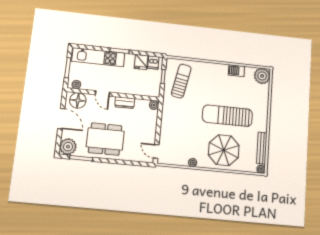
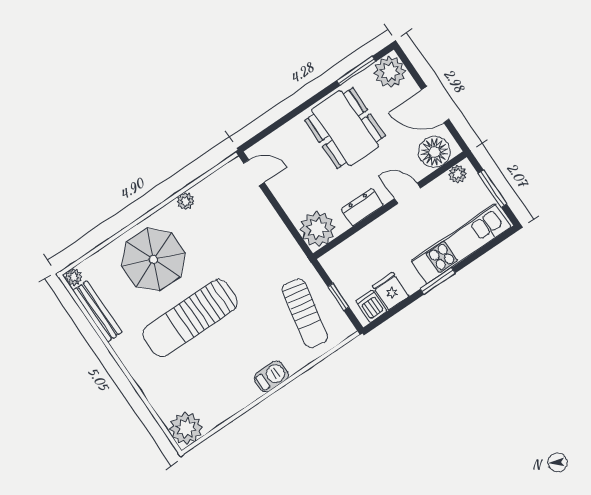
barbecue: (236, 71) -> (271, 376), moved
plant: (154, 105) -> (318, 229), width x1.87, depth x1.87
sun lounger: (227, 116) -> (190, 318), turned 180
dining table: (105, 139) -> (345, 128), turned 90

